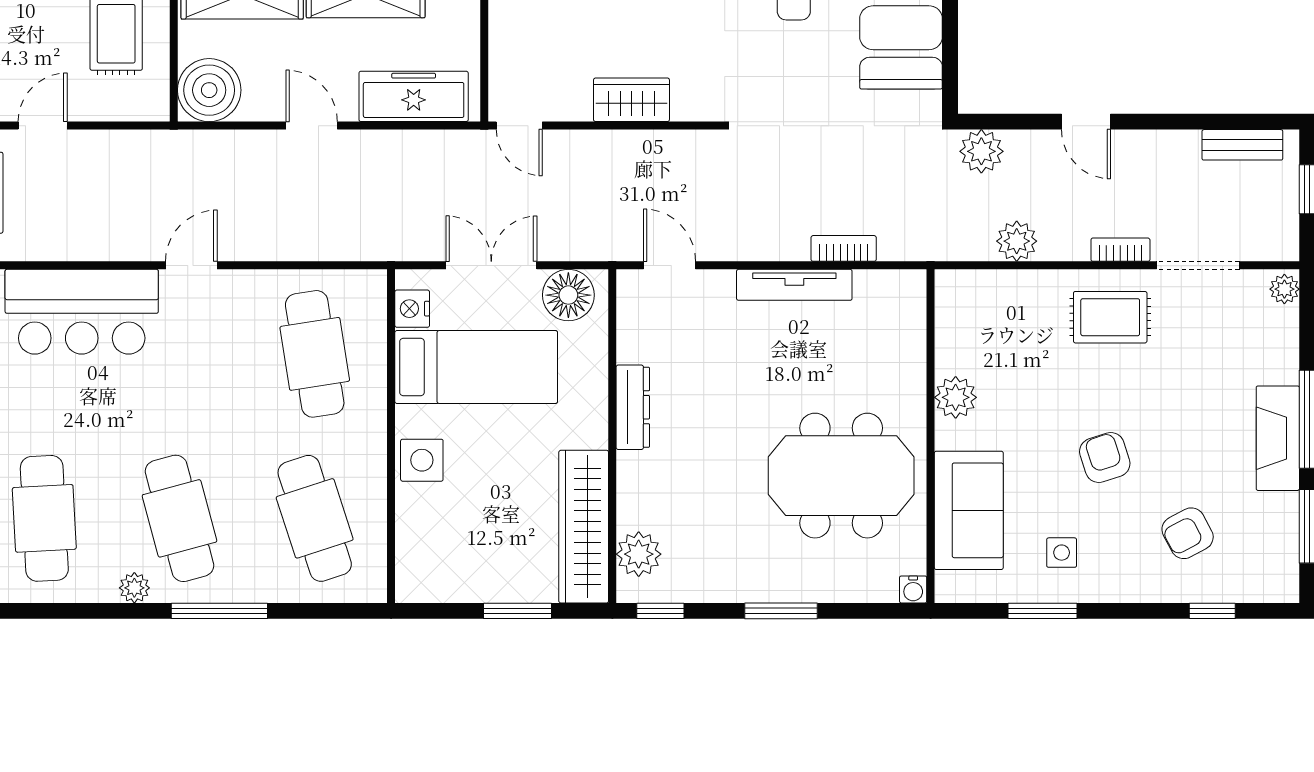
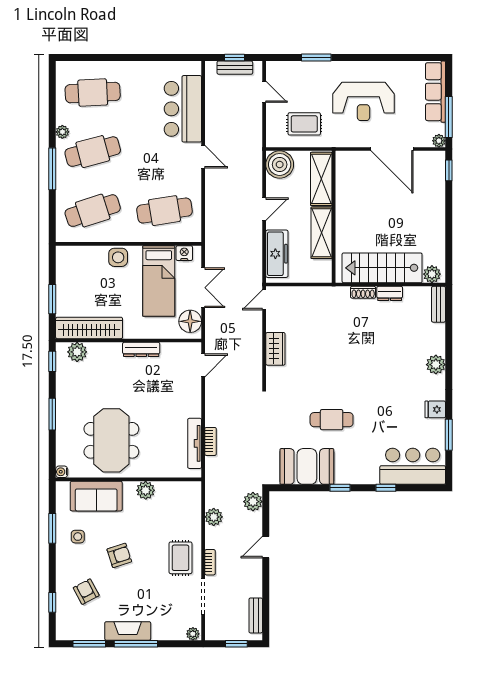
tv unit: (794, 285) -> (195, 443), moved

